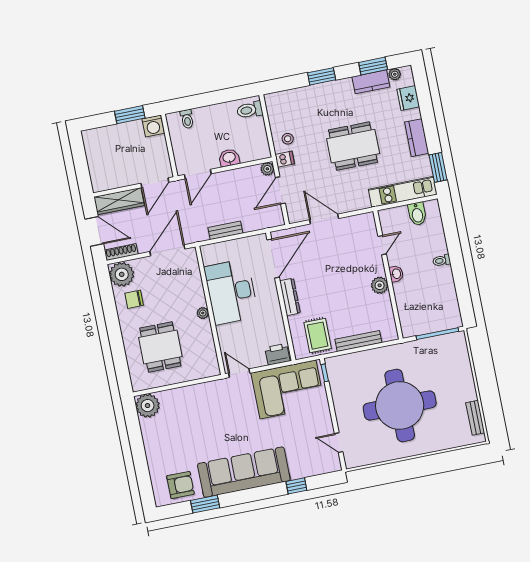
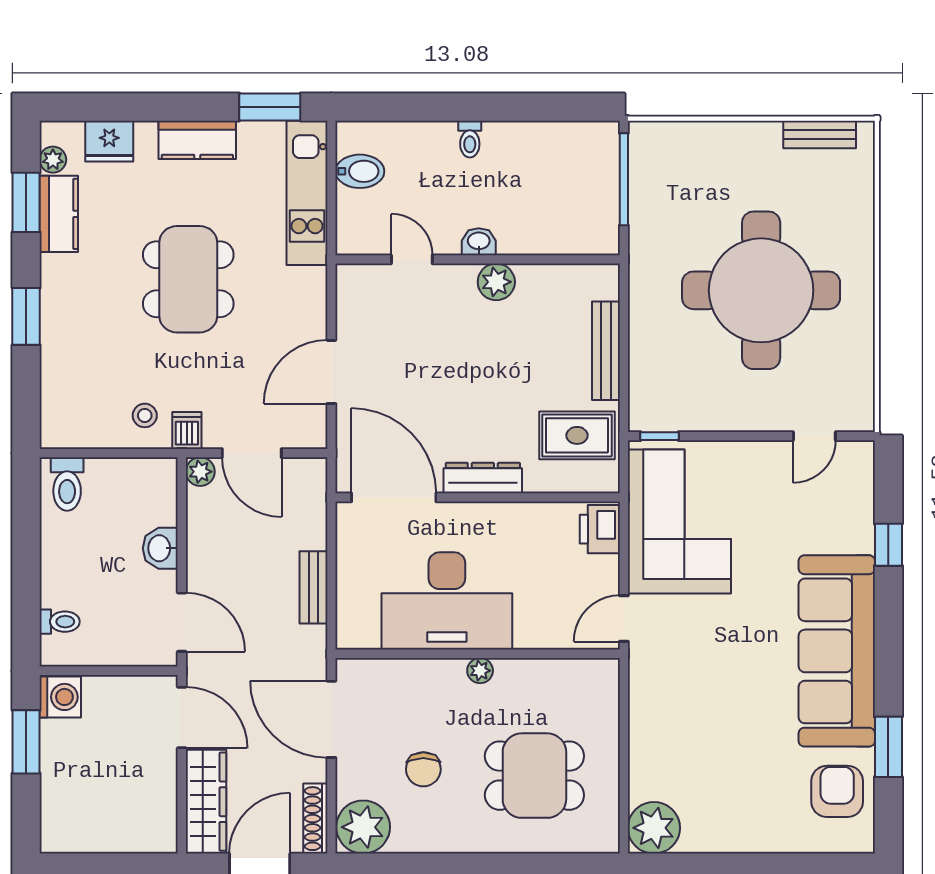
chair: (134, 299) -> (423, 769), moved

